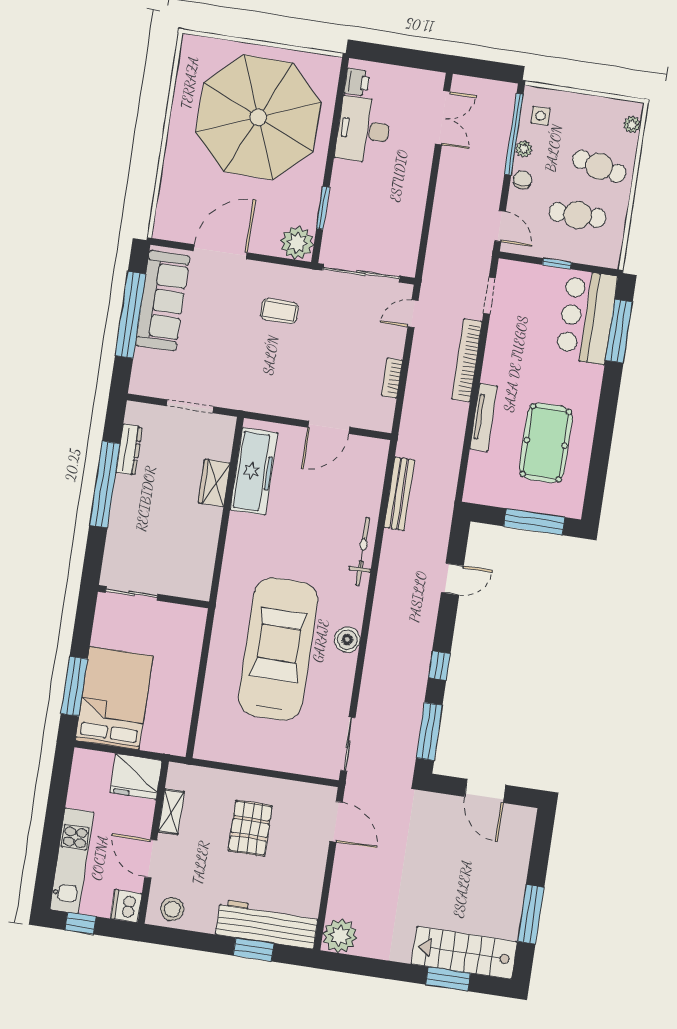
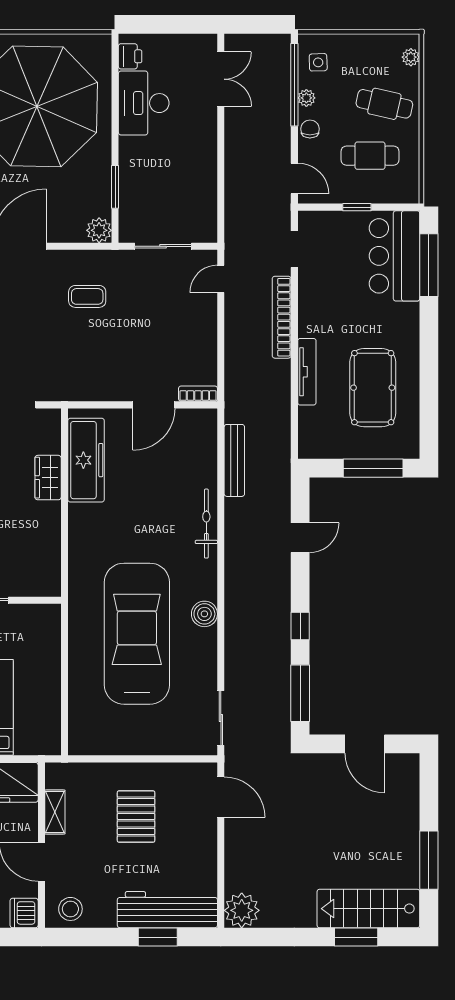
plant: (297, 243) -> (99, 230), width x0.73, depth x0.73
sliding door: (361, 273) -> (163, 246), width x0.73
bookcase: (392, 378) -> (198, 394), moved, turned 90

